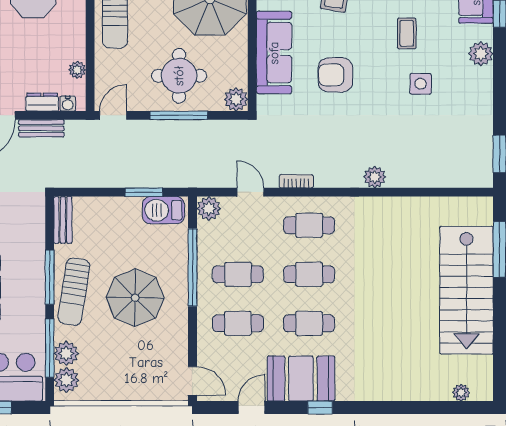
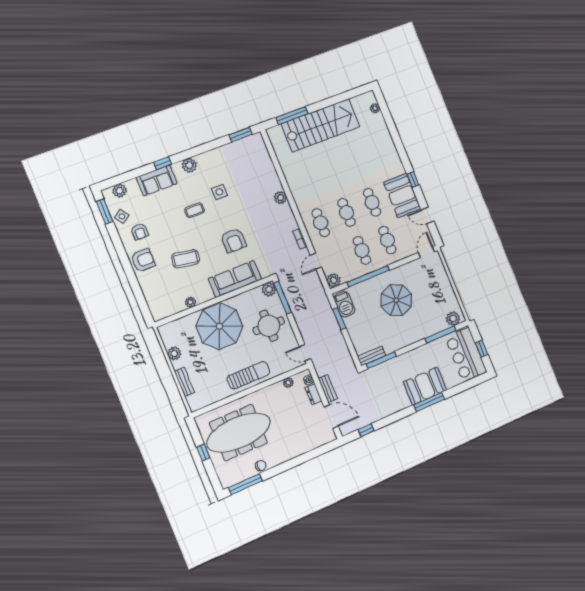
window: (179, 115) -> (283, 298), moved
window: (50, 277) -> (381, 360), moved
sun lounger: (74, 292) -> (406, 334), removed
plant: (66, 353) -> (440, 325), removed

